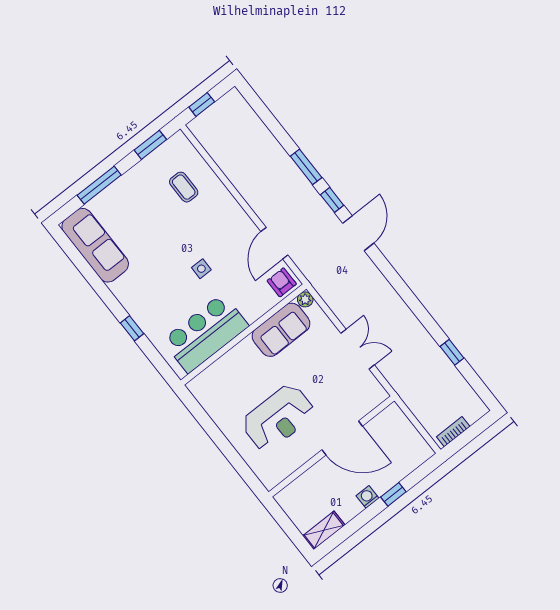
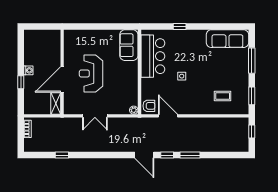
sofa: (281, 330) -> (129, 45), moved
reception desk: (278, 418) -> (91, 73), moved
shelving: (324, 530) -> (56, 103), moved

